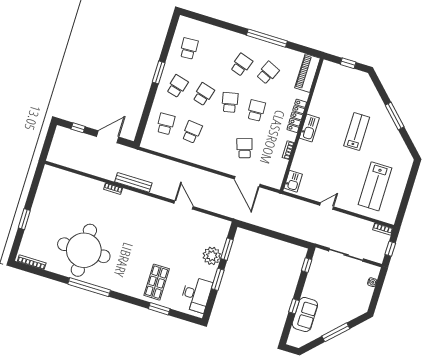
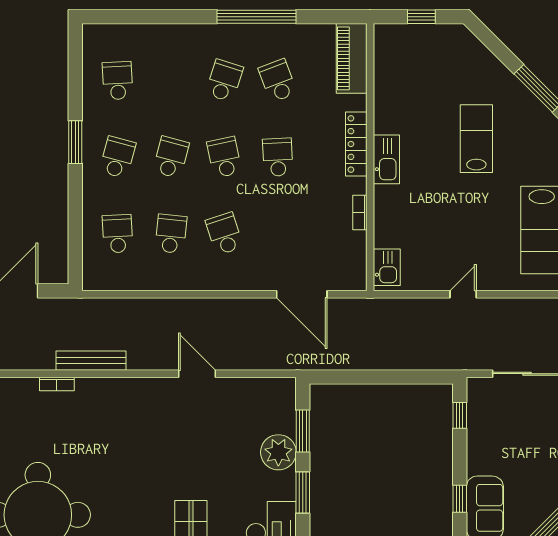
school desk: (268, 73) -> (278, 81), turned -45
school desk: (245, 148) -> (224, 234), moved

